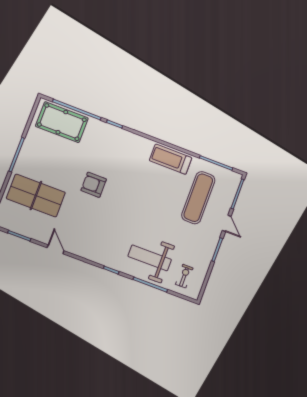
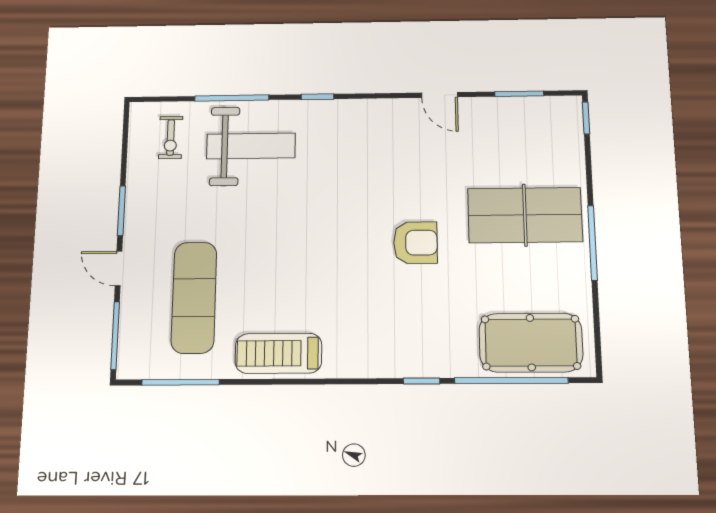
treadmill: (171, 159) -> (278, 353), turned 180
table tennis table: (36, 195) -> (525, 215), moved

